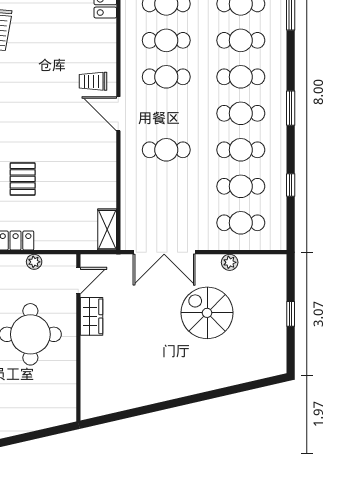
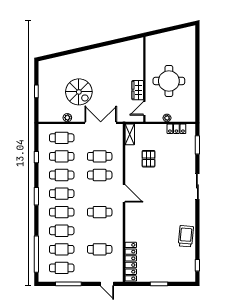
cafe table: (166, 40) -> (100, 156), moved
trolley: (93, 81) -> (137, 210), removed
pallet: (23, 179) -> (149, 159), moved

